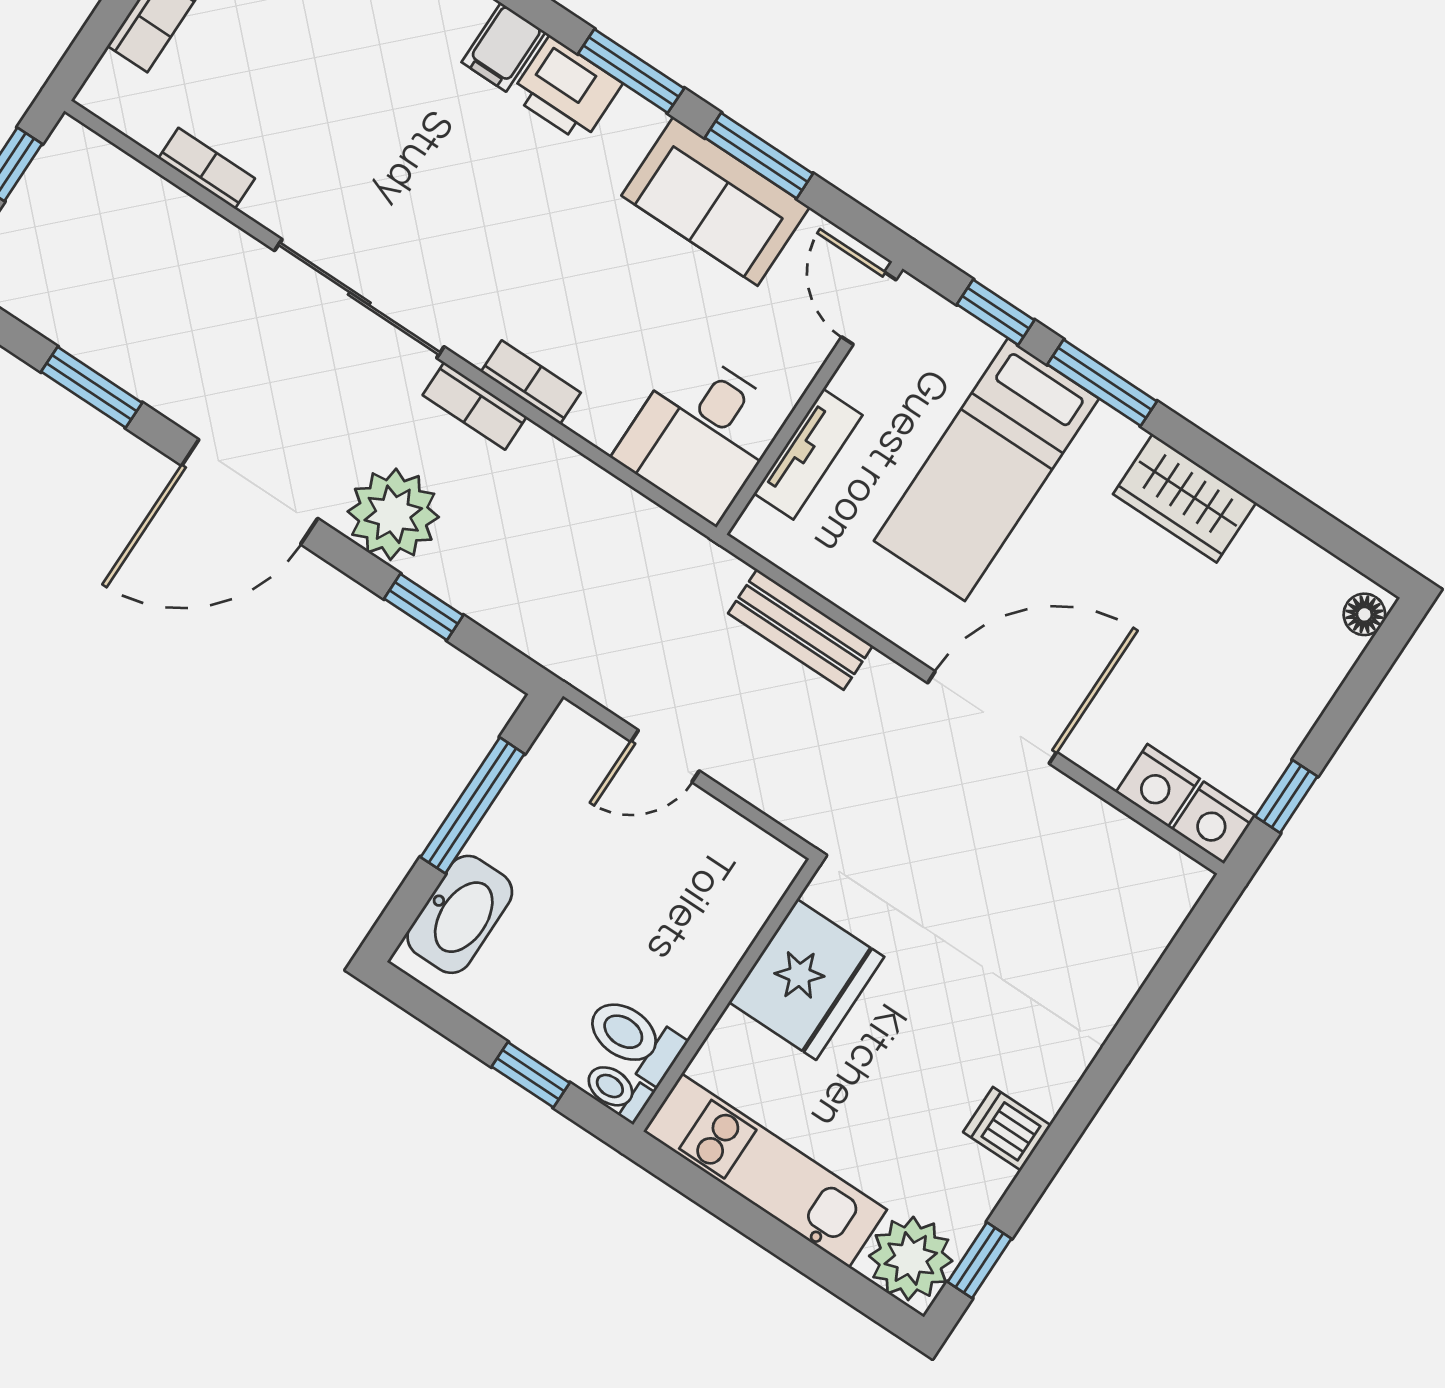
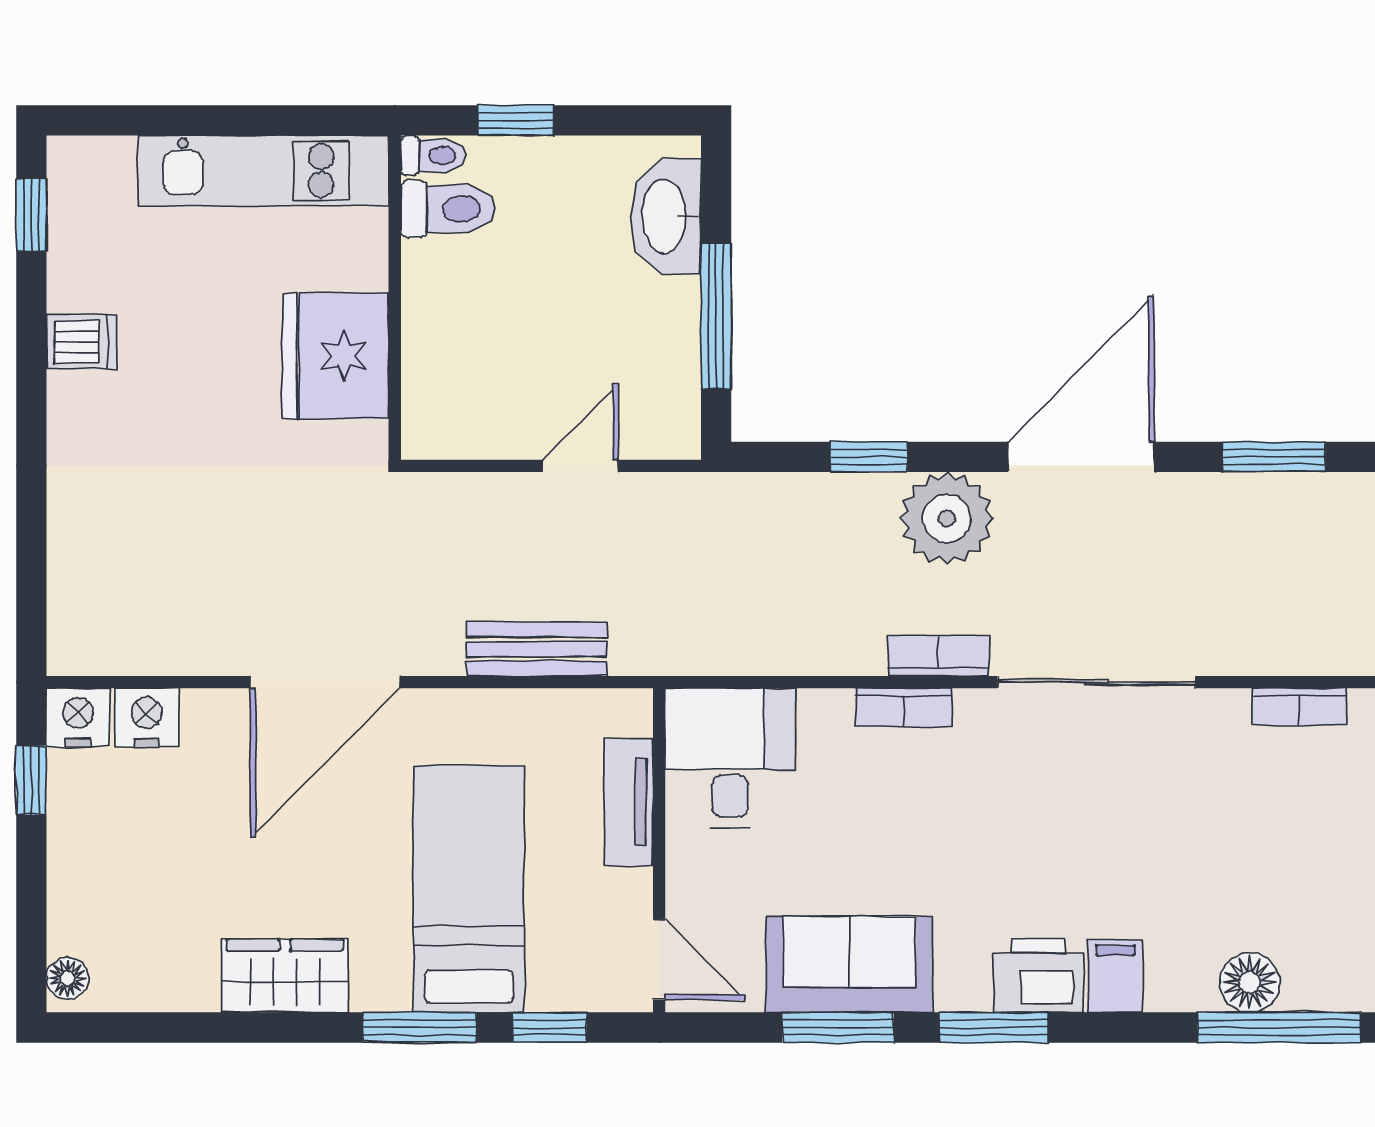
plant: (911, 1258) -> (91, 178), removed

